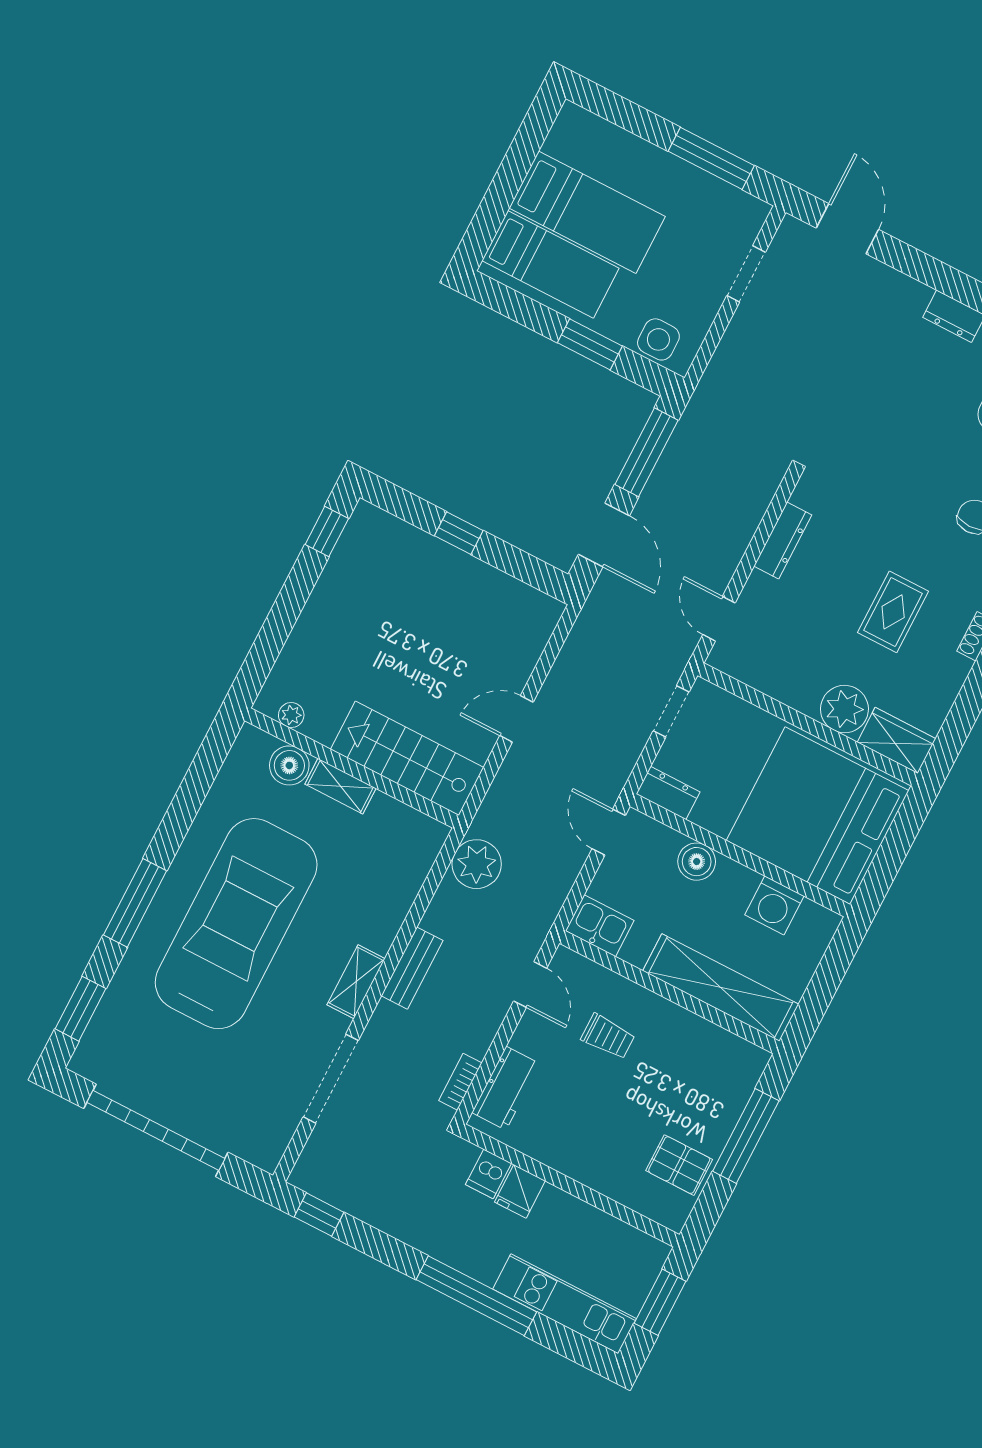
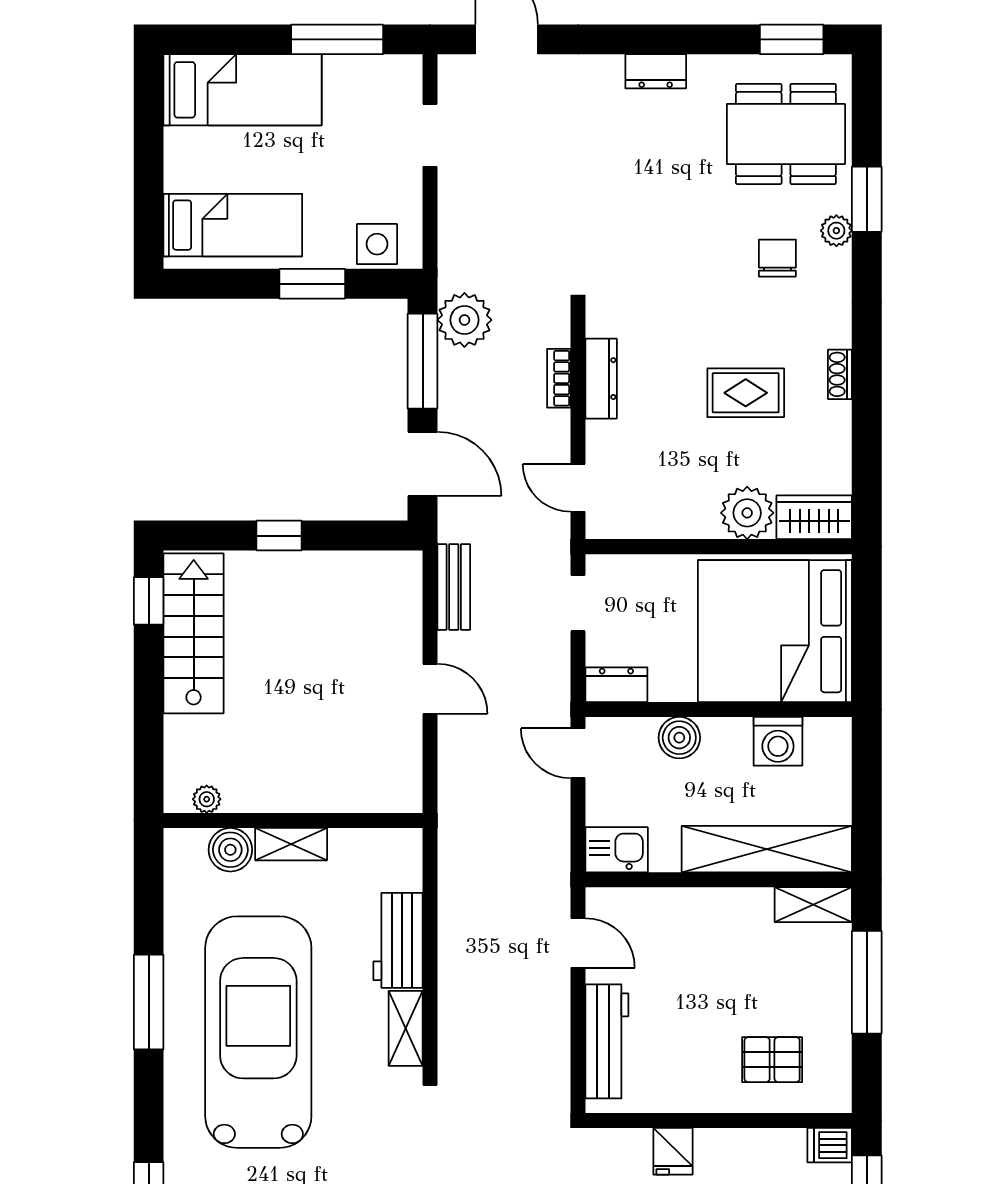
bed: (587, 212) -> (242, 90), moved
rug: (893, 612) -> (746, 393), turned 90
door: (516, 719) -> (430, 689), swing flipped
stairs: (407, 758) -> (194, 633), moved, turned 90
plant: (477, 864) -> (464, 320), moved
window: (135, 903) -> (149, 1002), moved
workbench: (386, 908) -> (398, 940), added
bench: (412, 968) -> (454, 587), moved
trolley: (608, 1037) -> (681, 955), removed
shelving: (735, 1051) -> (813, 905), added
bookcase: (460, 1082) -> (559, 378), moved
workbench: (506, 1088) -> (607, 1041), width x1.38
pallet: (679, 1165) -> (772, 1060), moved
dishwasher: (488, 1174) -> (830, 1145), moved, turned 90

